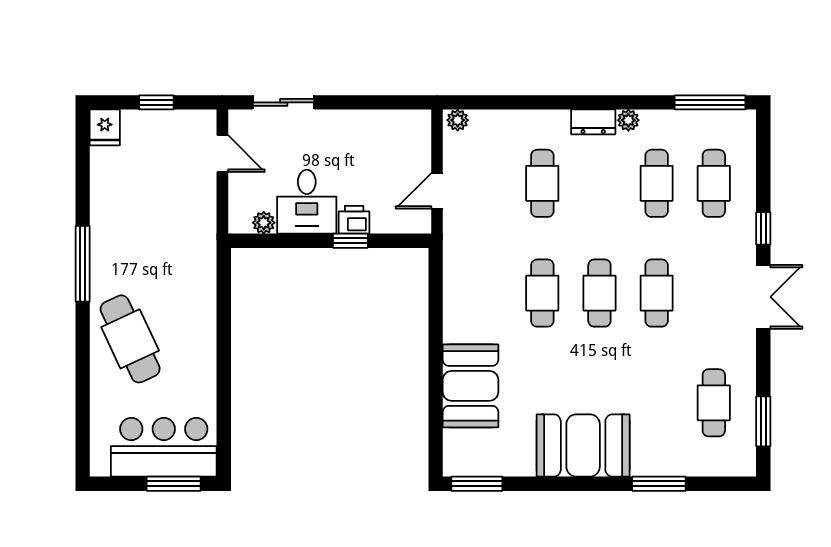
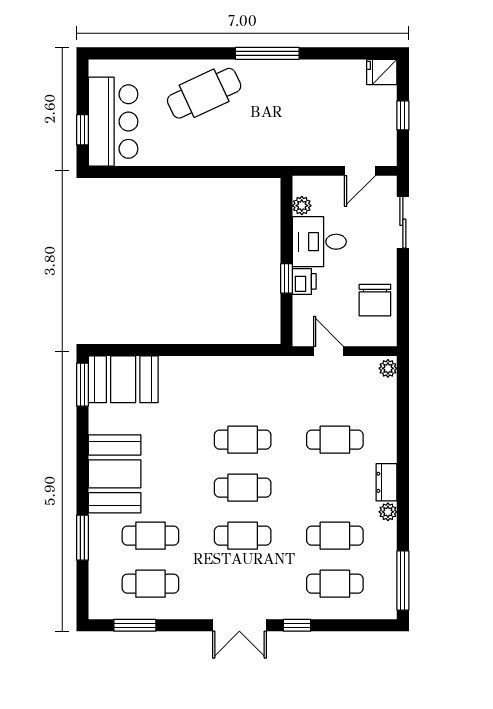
chair: (376, 136) -> (375, 300), added
booth: (471, 386) -> (123, 379), moved
cafe table: (657, 403) -> (150, 536), added
window: (174, 484) -> (82, 130), width x0.67

